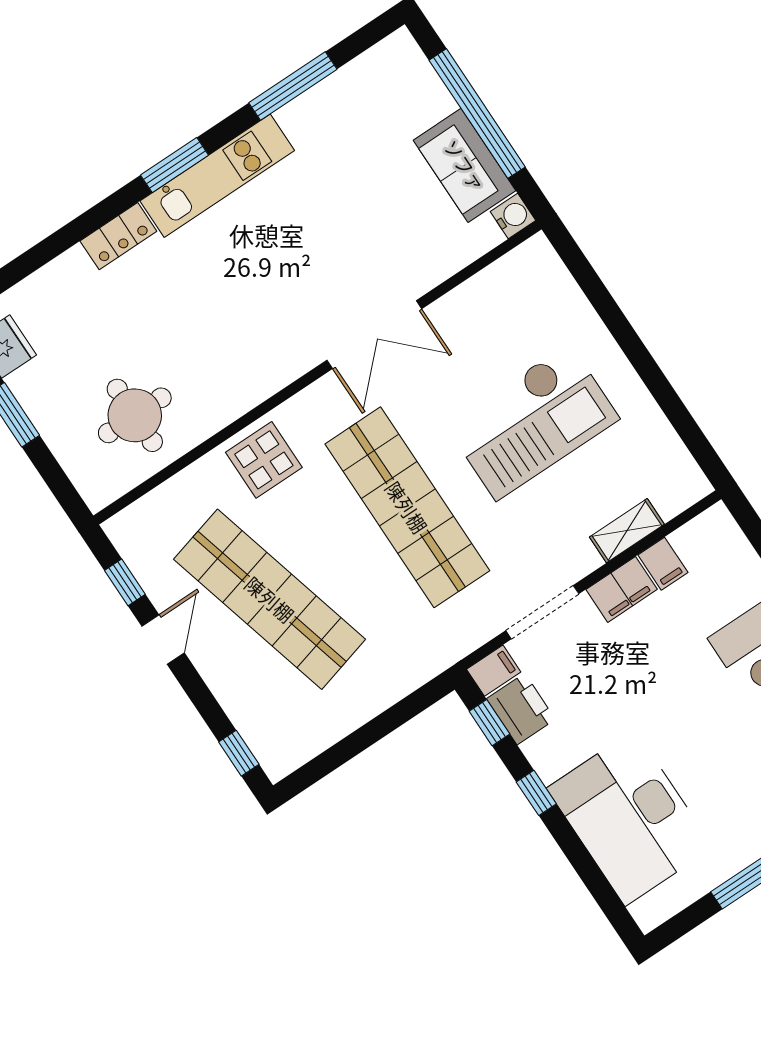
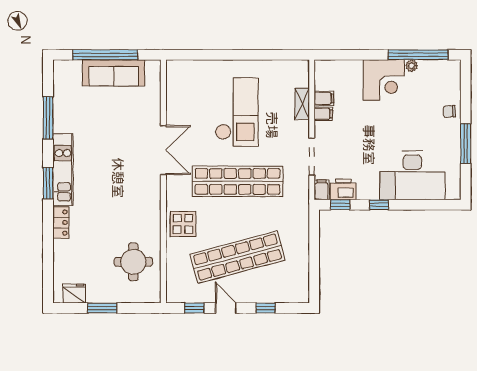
sofa: (465, 165) -> (114, 73), width x1.36
water cooler: (513, 216) -> (153, 67), removed
filing cabinet: (622, 589) -> (323, 114), width x0.50
window: (239, 753) -> (266, 308), moved

